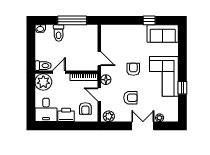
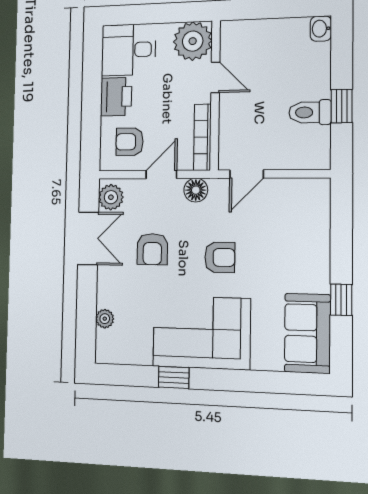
window: (72, 20) -> (342, 106), width x0.46
toilet: (59, 33) -> (310, 112), moved
toilet: (43, 66) -> (231, 39), removed
double door: (143, 126) -> (88, 238), moved

